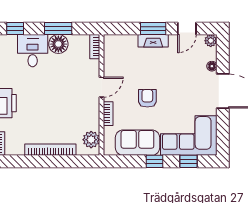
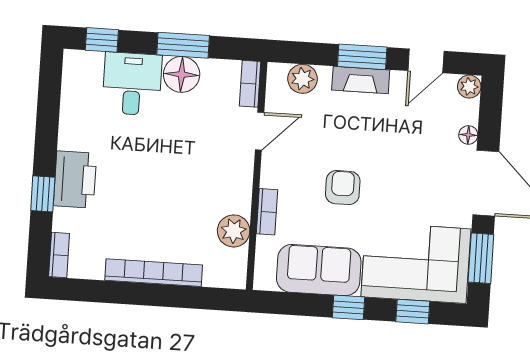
plant: (122, 42) -> (302, 79), added
door: (102, 87) -> (260, 131), moved
window: (223, 131) -> (481, 258), added
plant: (91, 140) -> (234, 231), moved

